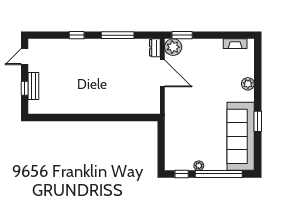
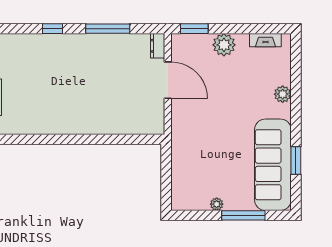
plant: (173, 47) -> (224, 45), moved
window: (258, 121) -> (296, 160), moved
window: (182, 174) -> (194, 215), removed
window: (219, 174) -> (243, 215), width x0.68

